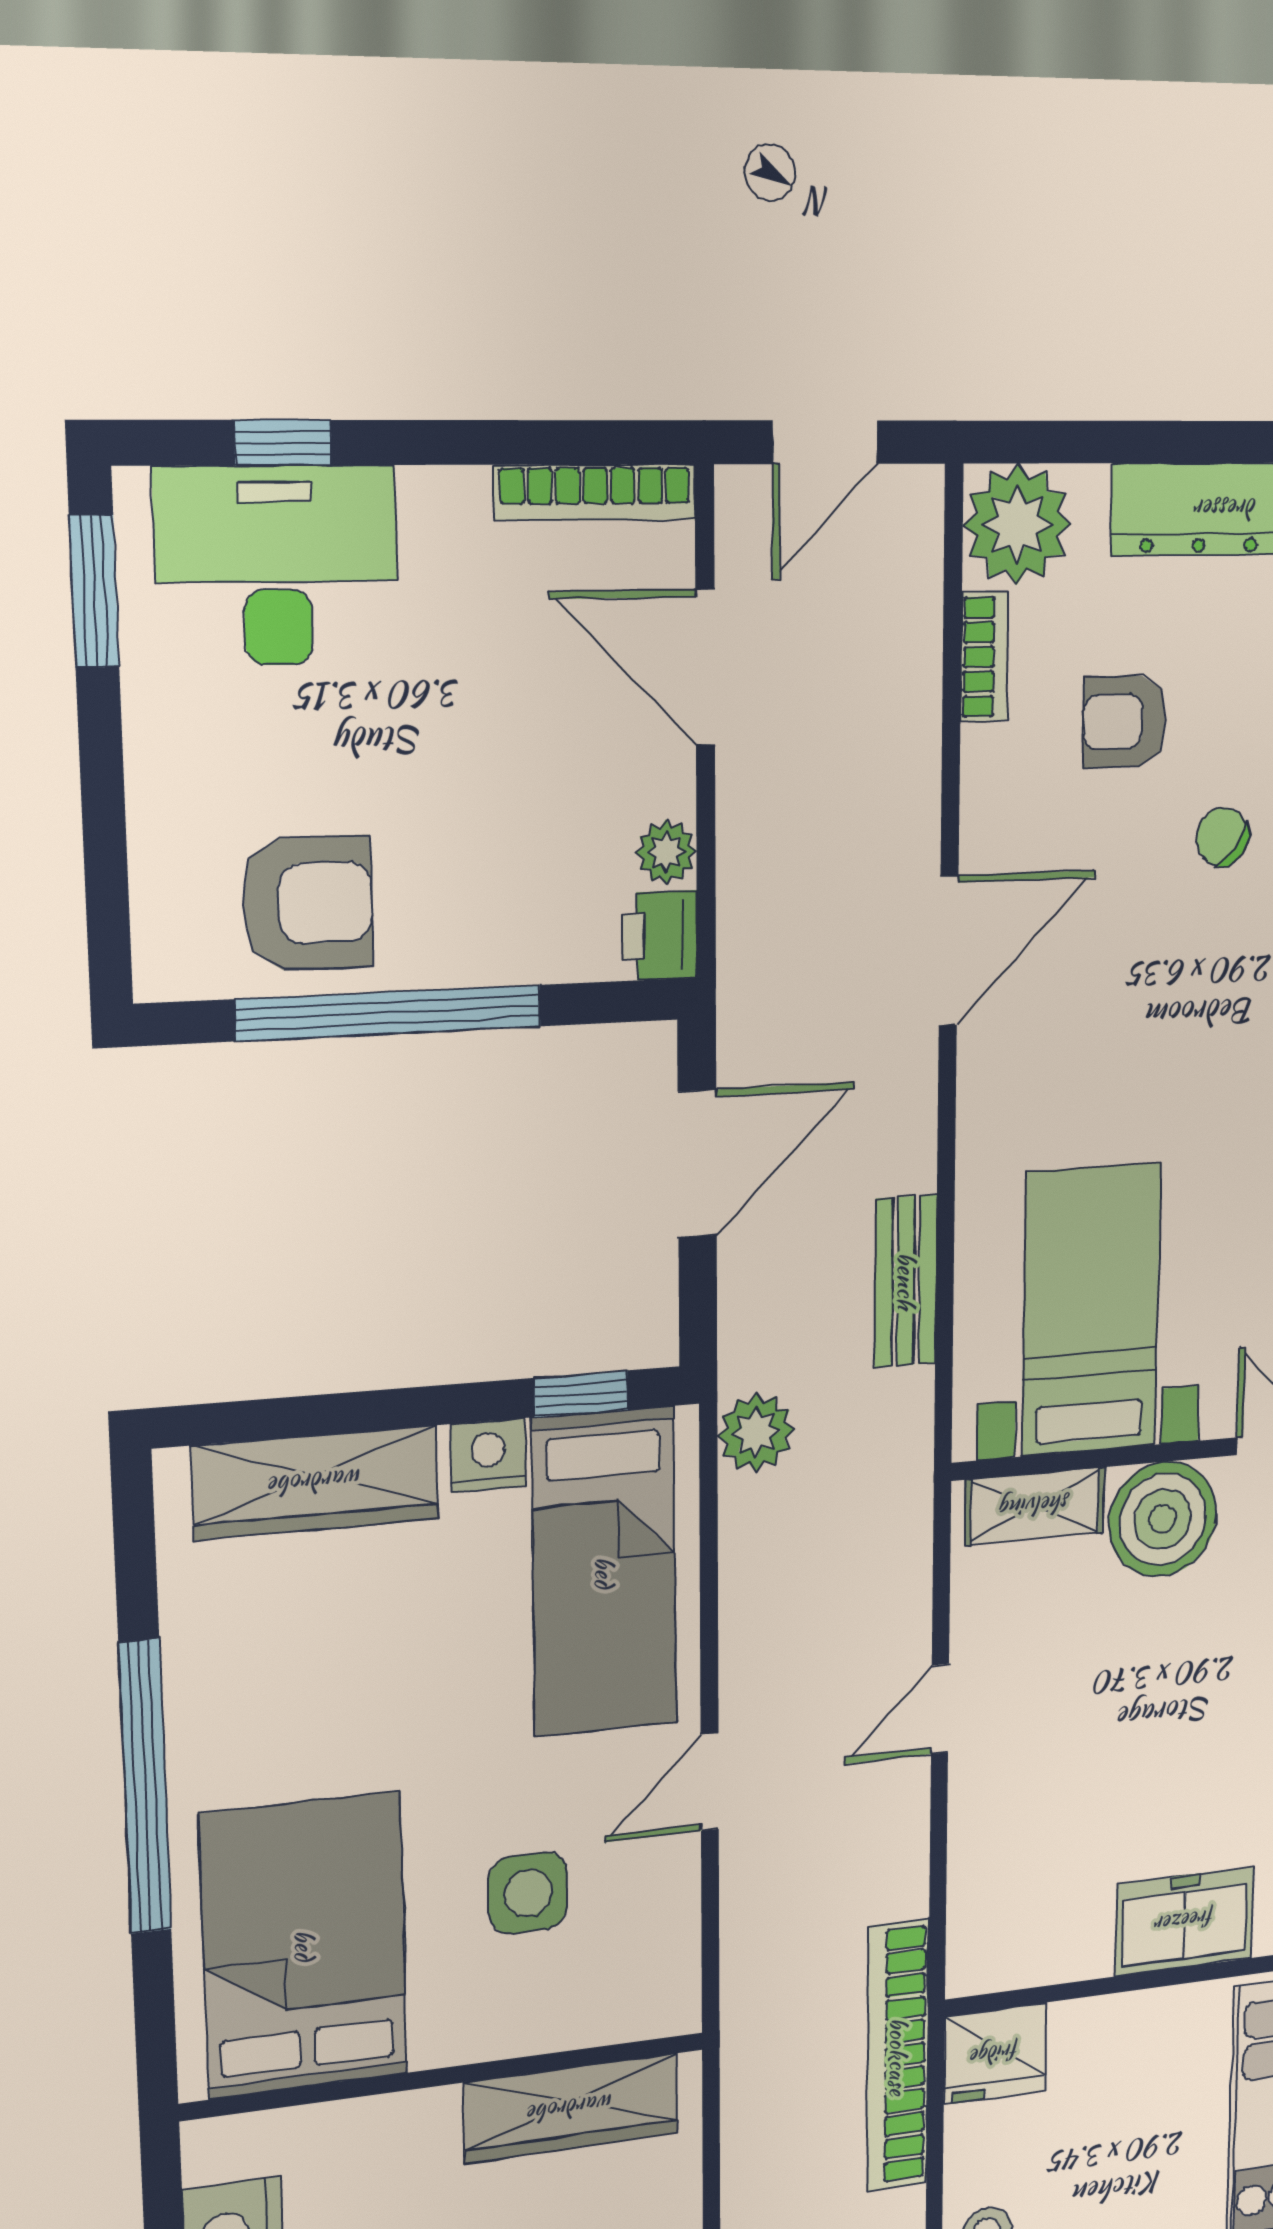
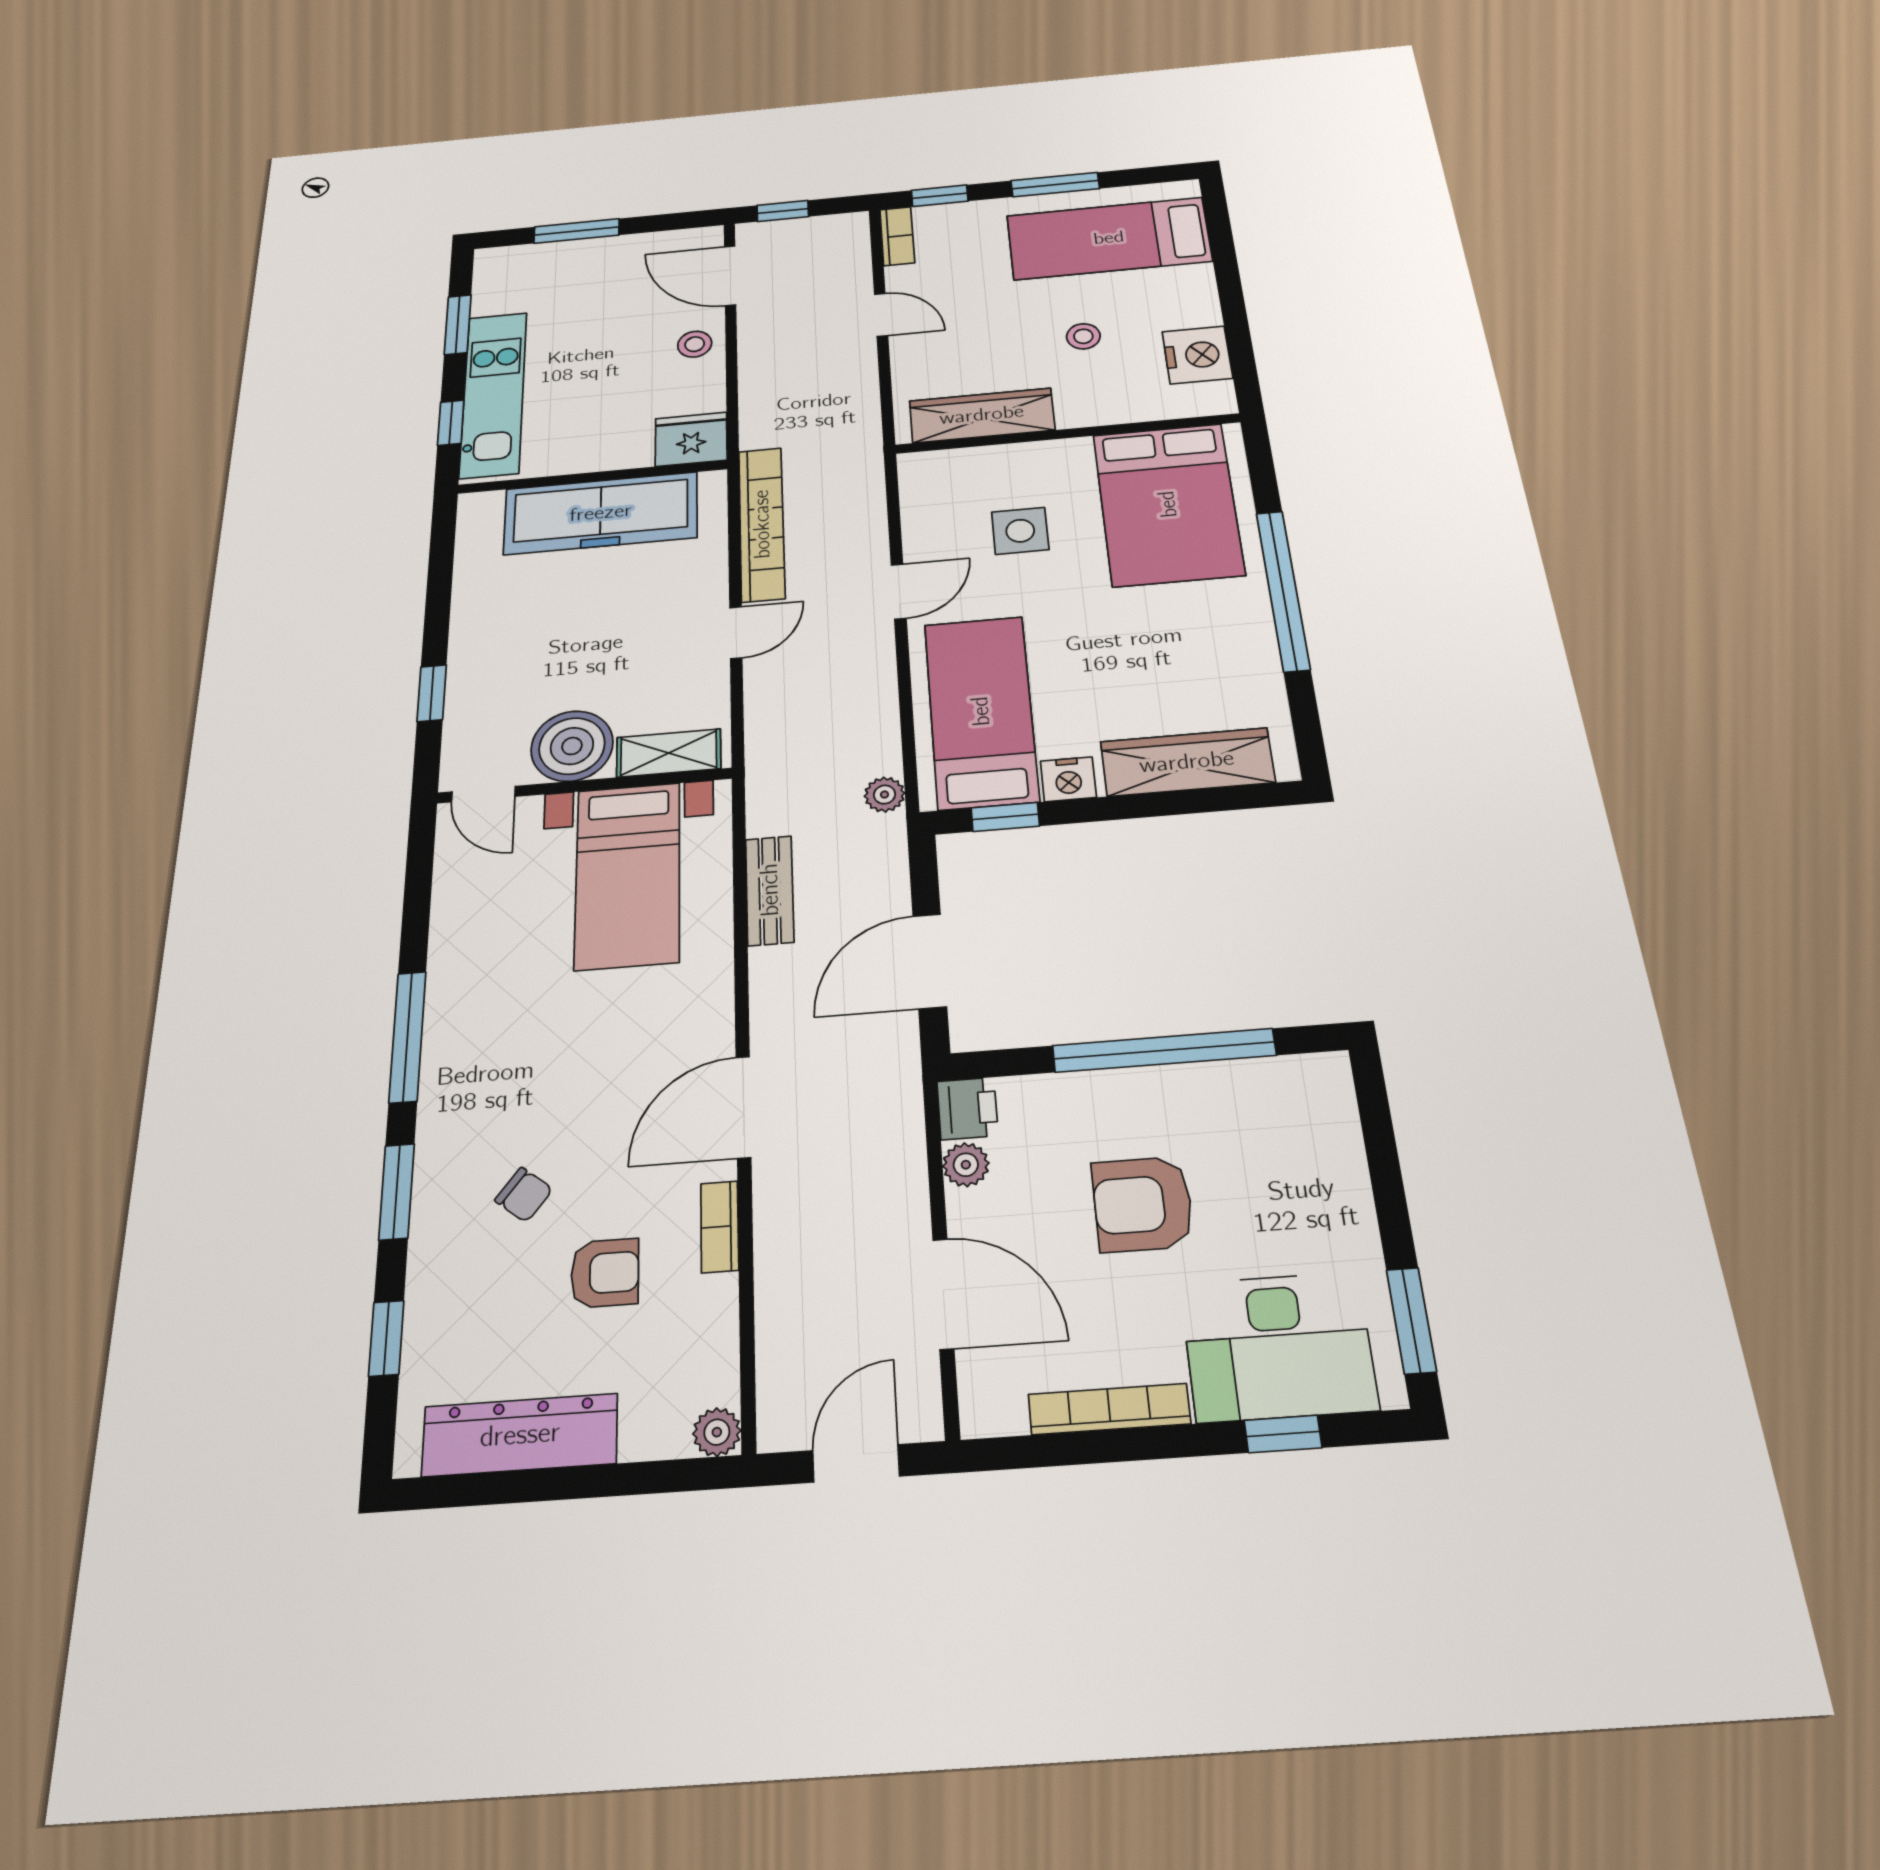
bookcase: (595, 492) -> (1109, 1409), moved
plant: (1017, 524) -> (717, 1432), width x0.53, depth x0.53
bookcase: (984, 657) -> (720, 1227), moved
armchair: (307, 903) -> (1143, 1204), moved
plant: (756, 1433) -> (885, 795), width x0.73, depth x0.73
freezer: (1185, 1921) -> (601, 513), width x1.91, depth x1.26
bookcase: (898, 2056) -> (762, 524), moved

